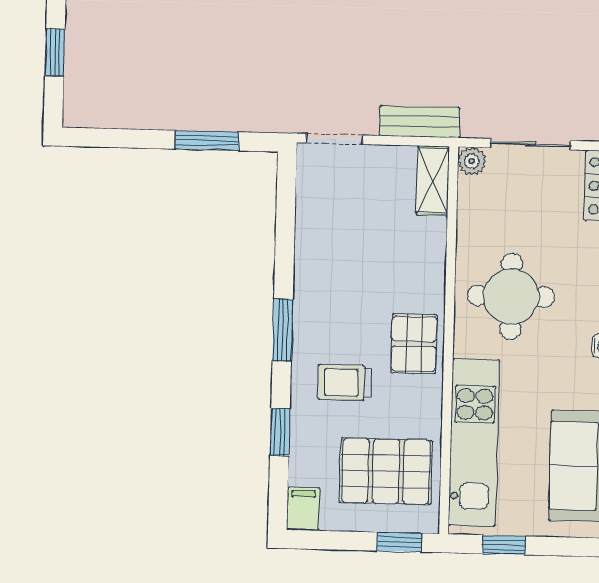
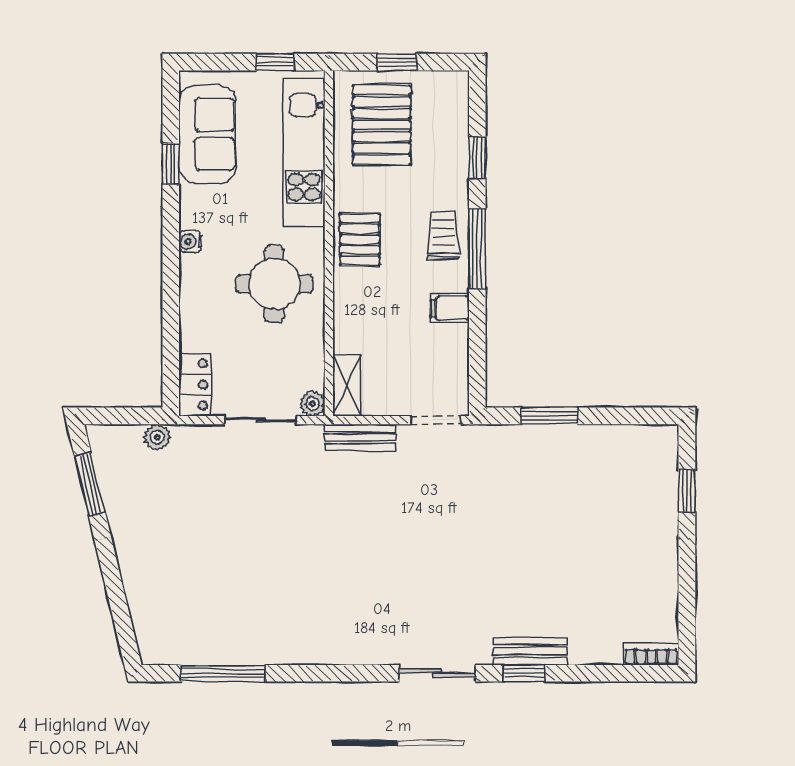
window: (283, 330) -> (477, 249), width x1.44
trolley: (345, 382) -> (443, 236), moved, turned -90
pallet: (386, 471) -> (382, 125), turned 90
filing cabinet: (303, 509) -> (450, 308), moved, turned 90
window: (399, 542) -> (397, 62), moved

